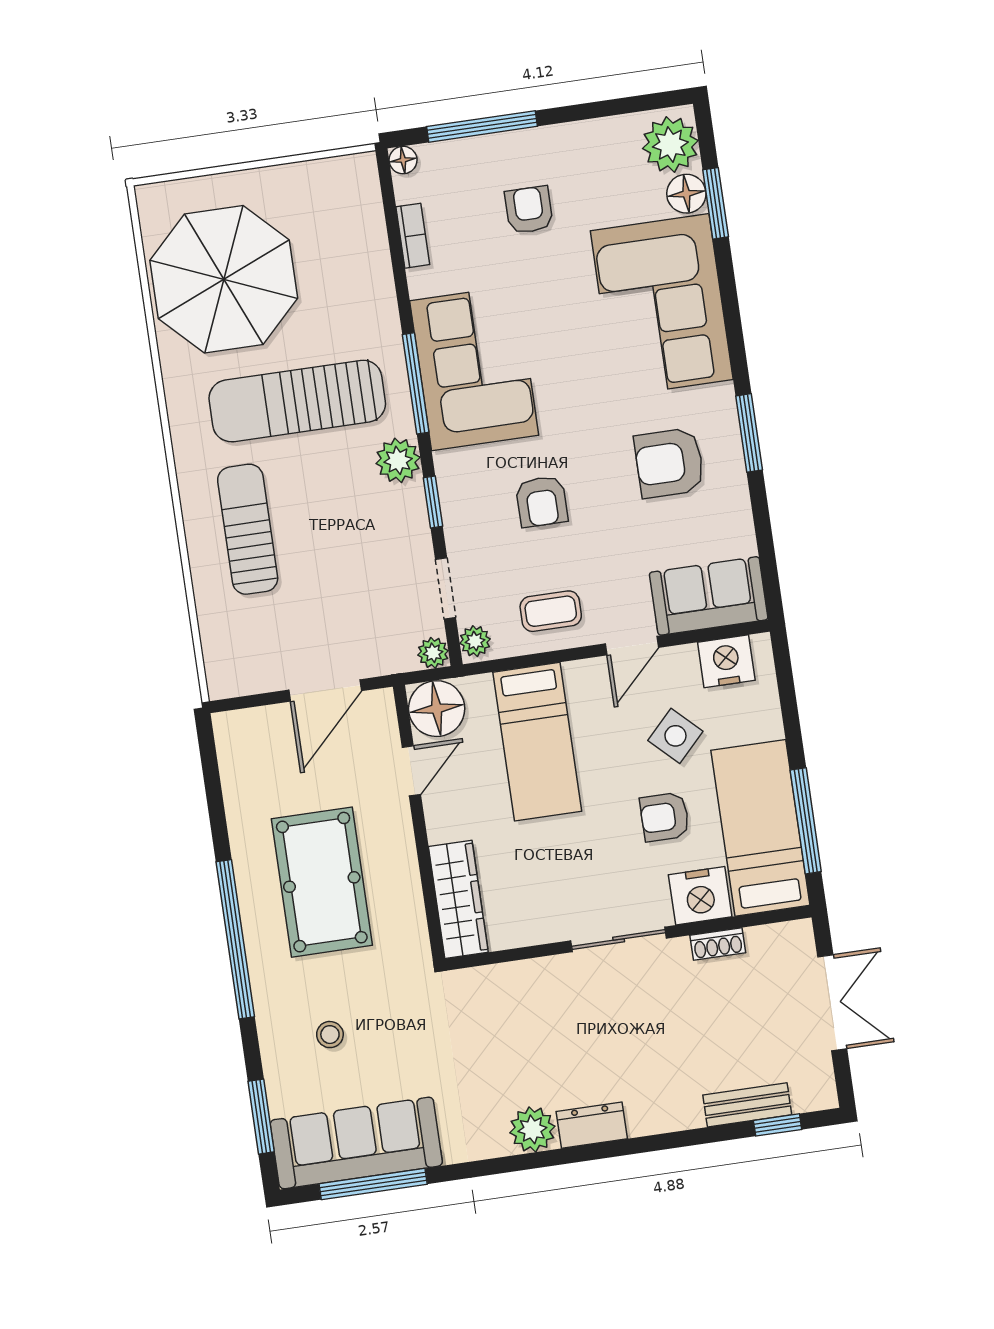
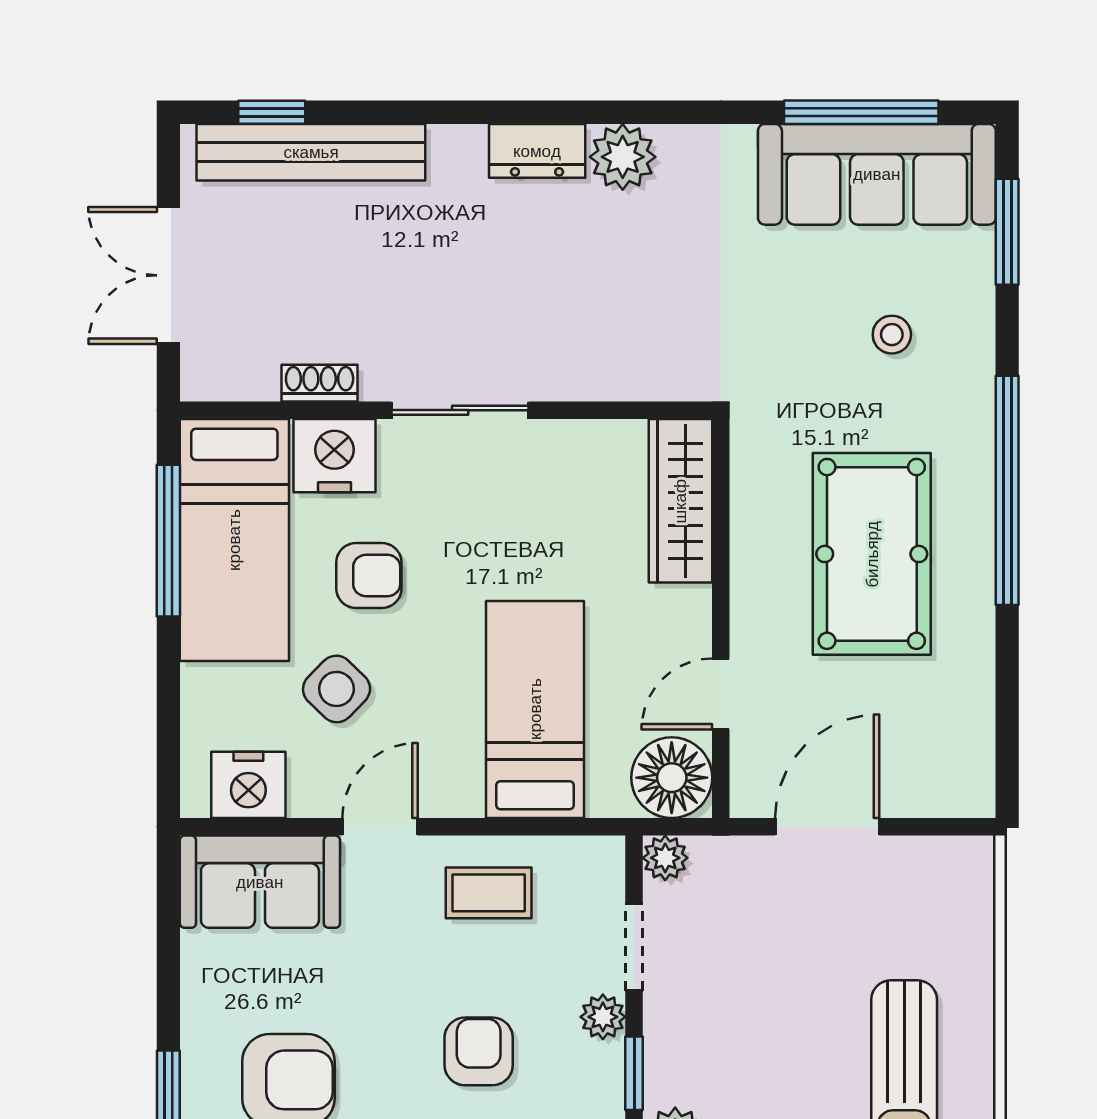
plant: (475, 641) -> (603, 1017), moved
bench: (747, 1105) -> (311, 152), width x1.86, depth x1.21

